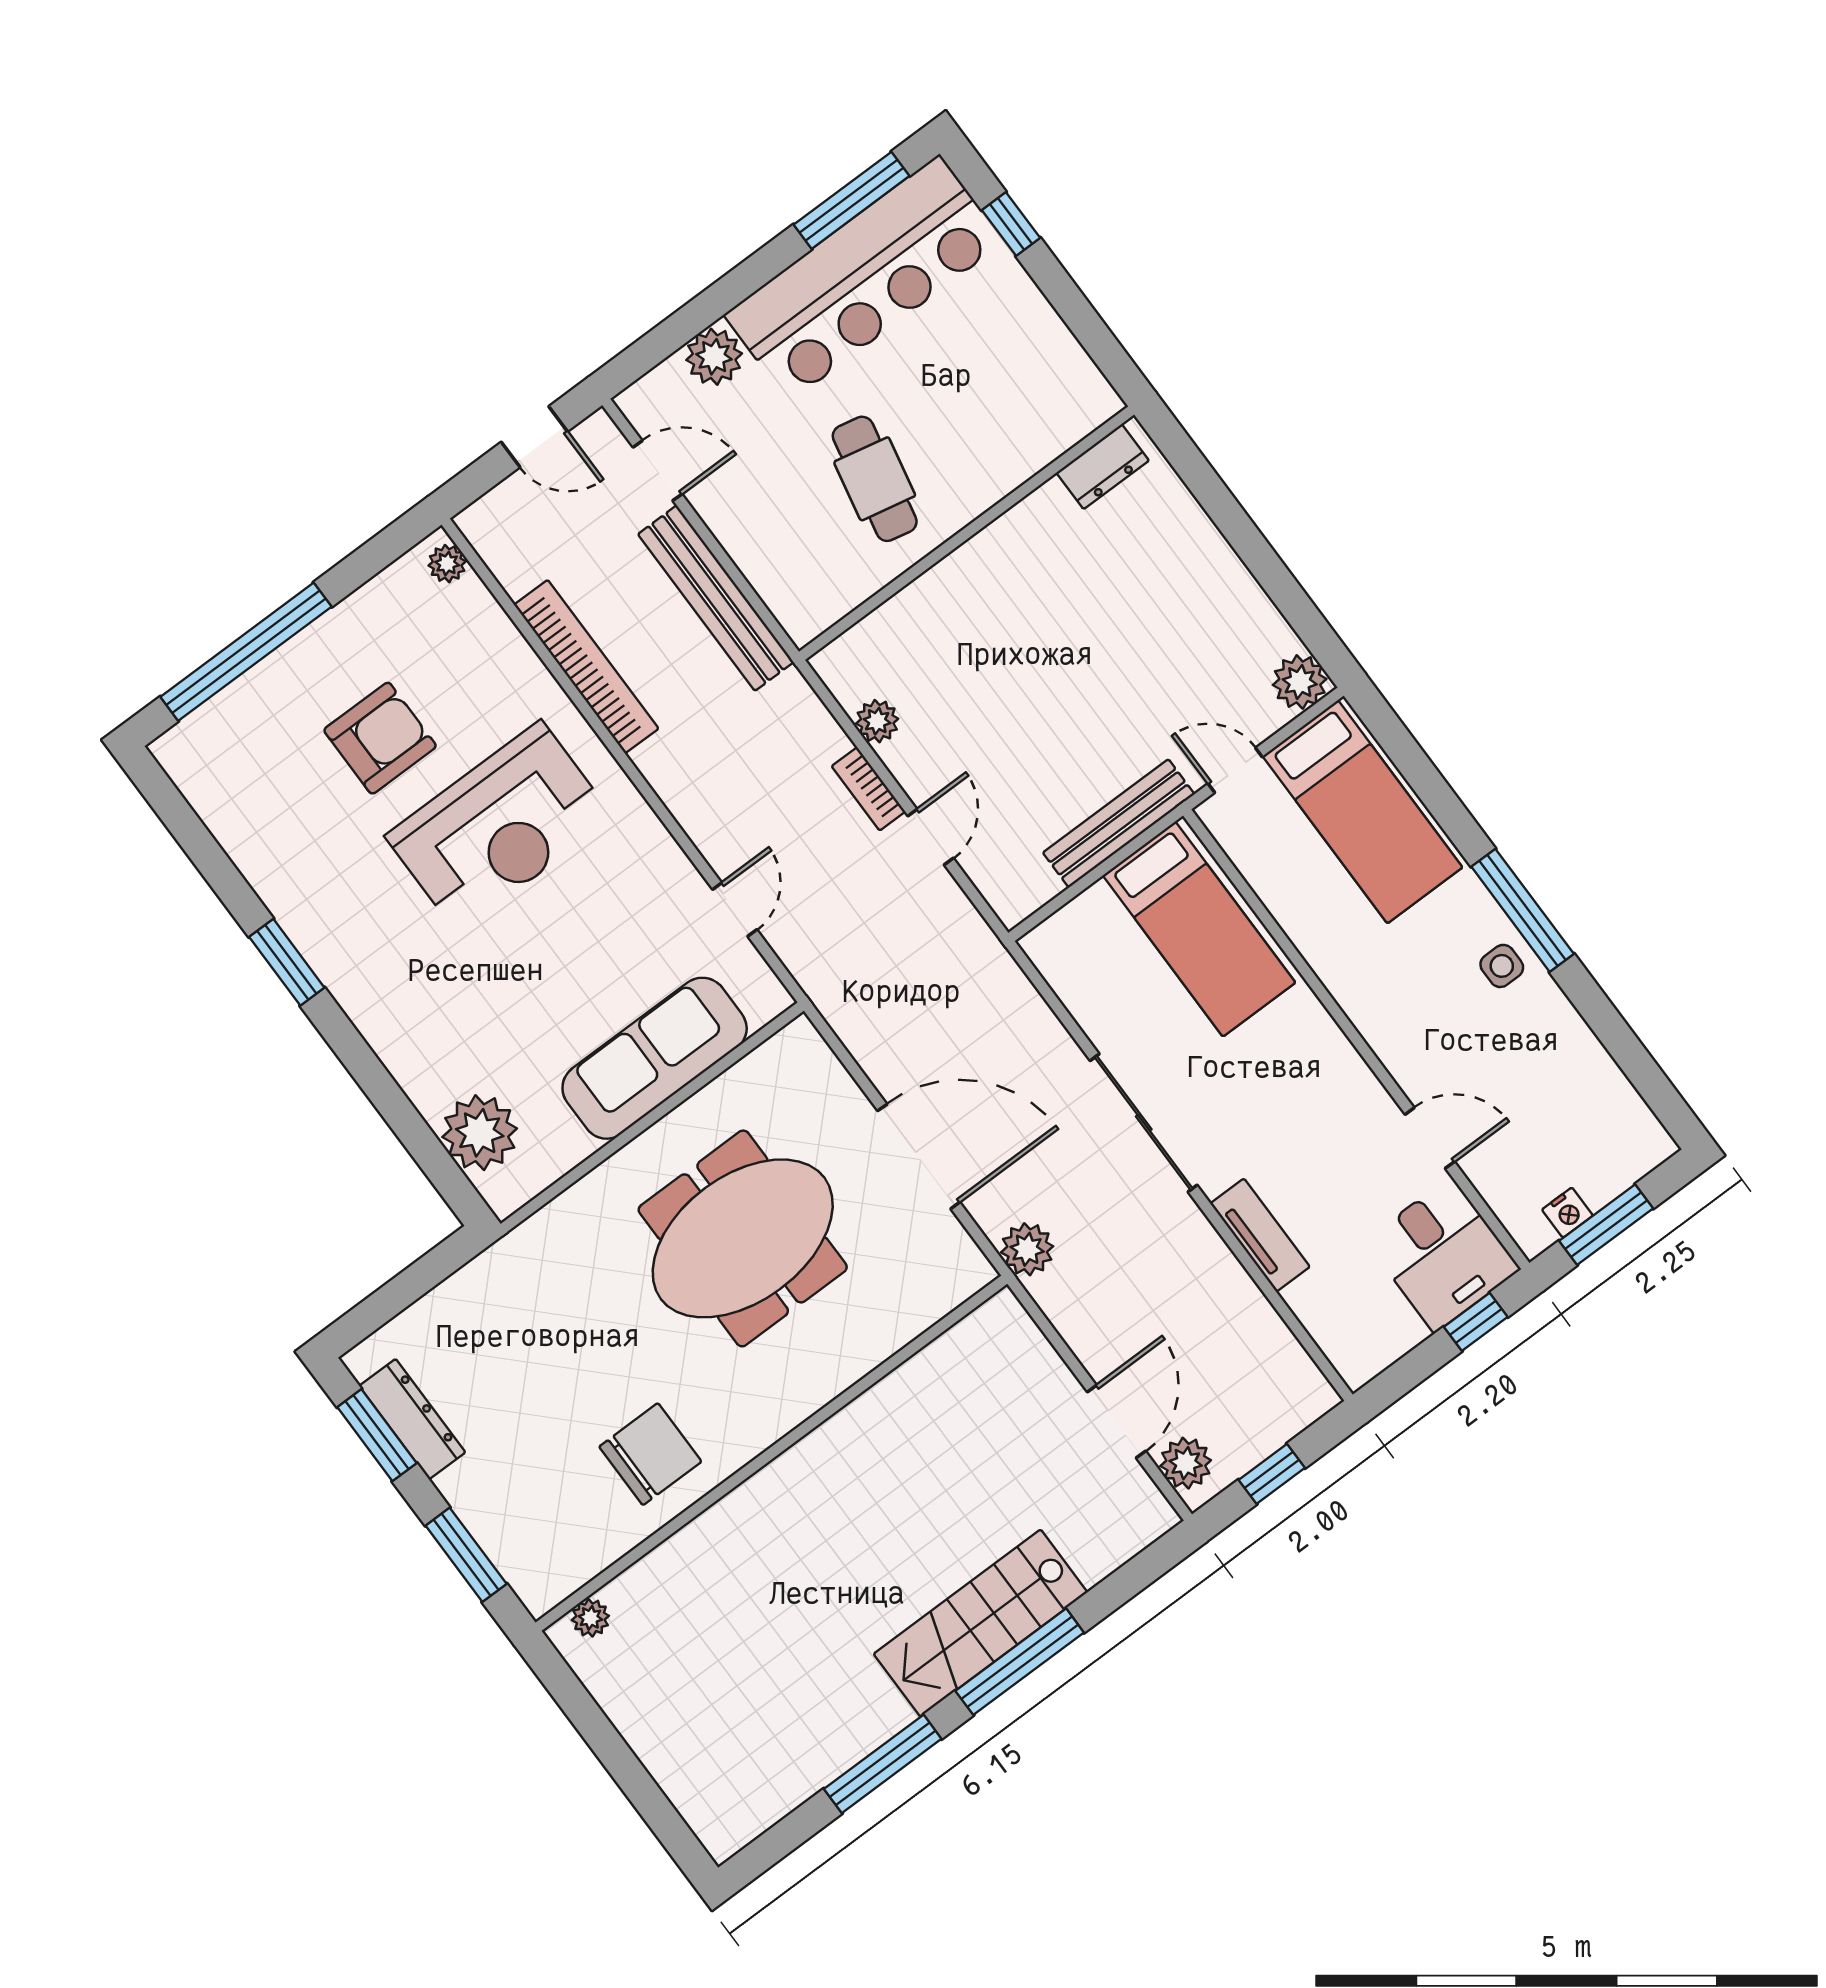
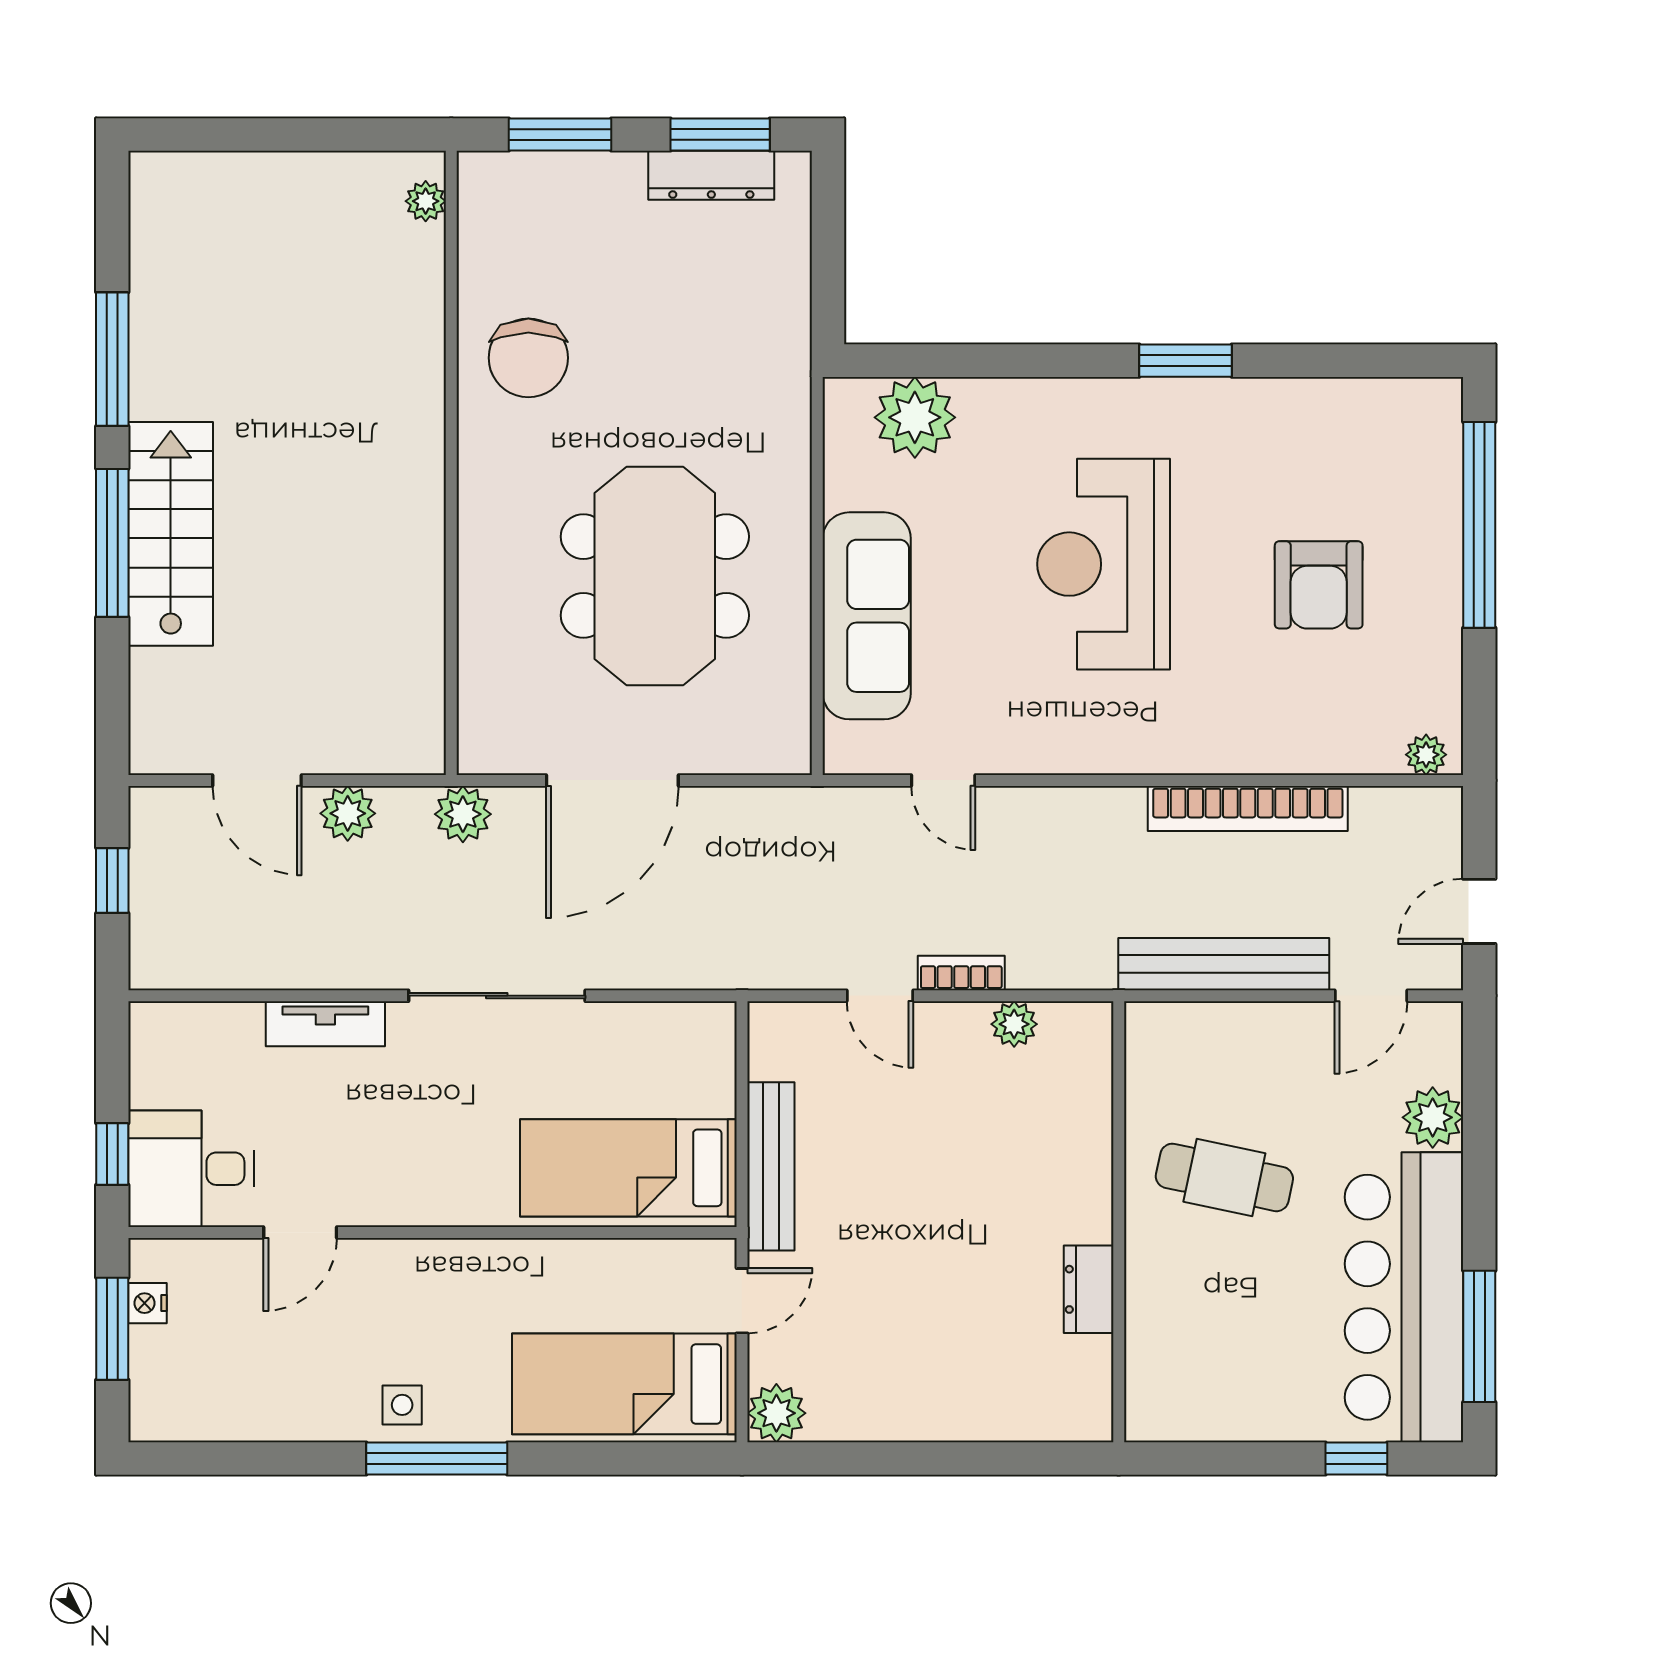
dresser: (1103, 467) -> (1089, 1289), moved
reception desk: (499, 827) -> (1104, 564), moved
plant: (1186, 1463) -> (348, 813), moved

